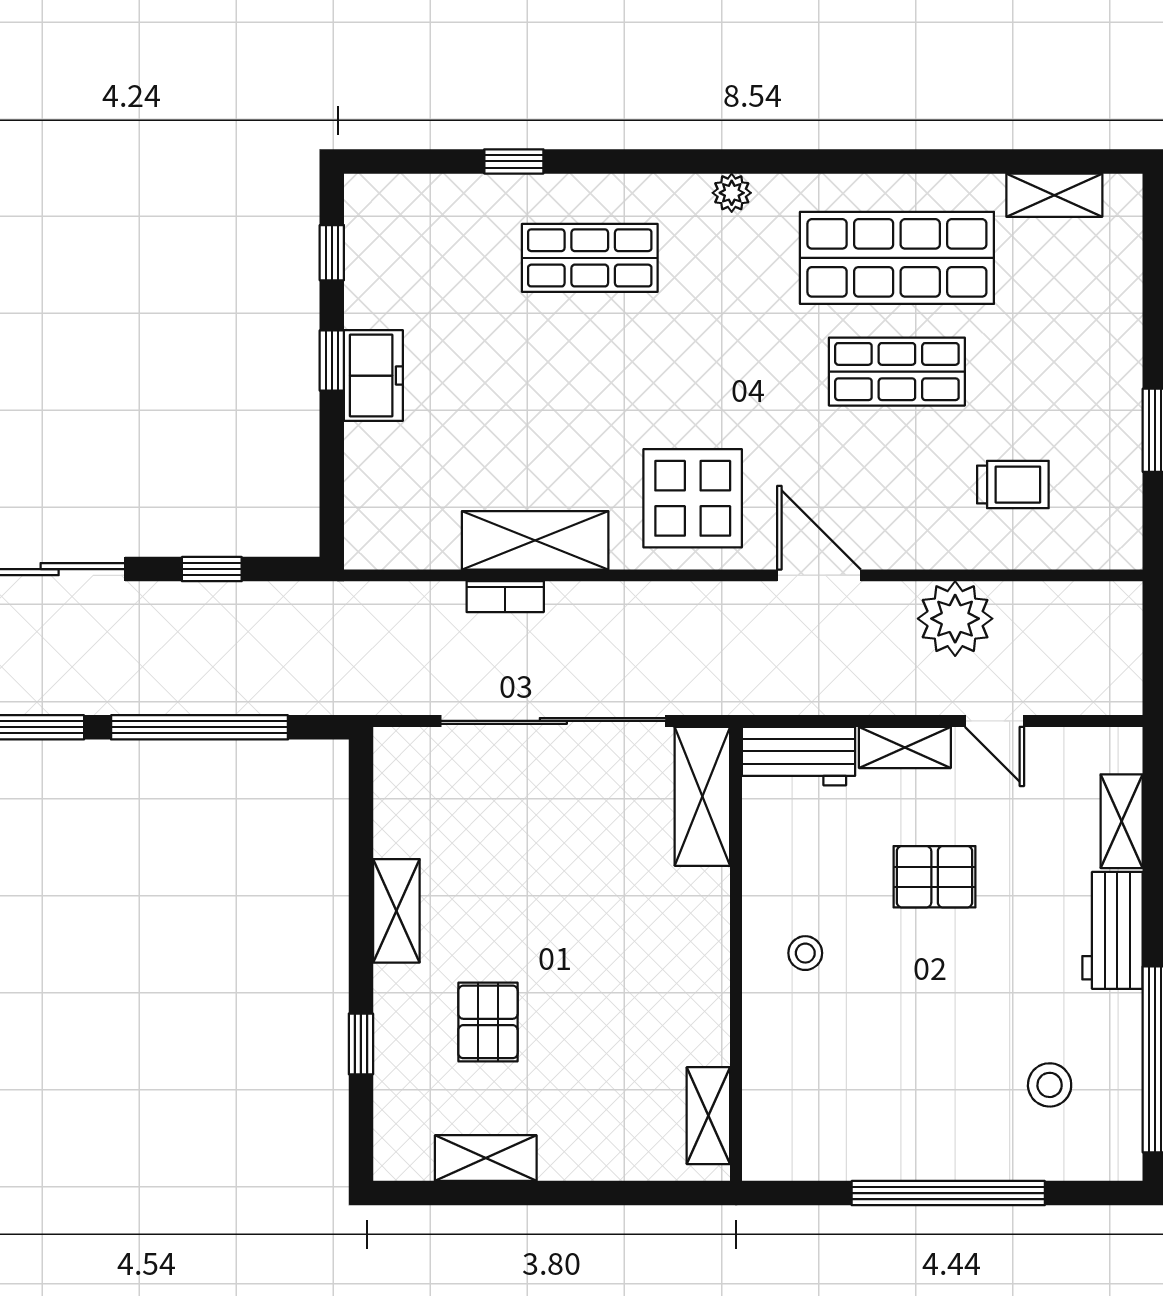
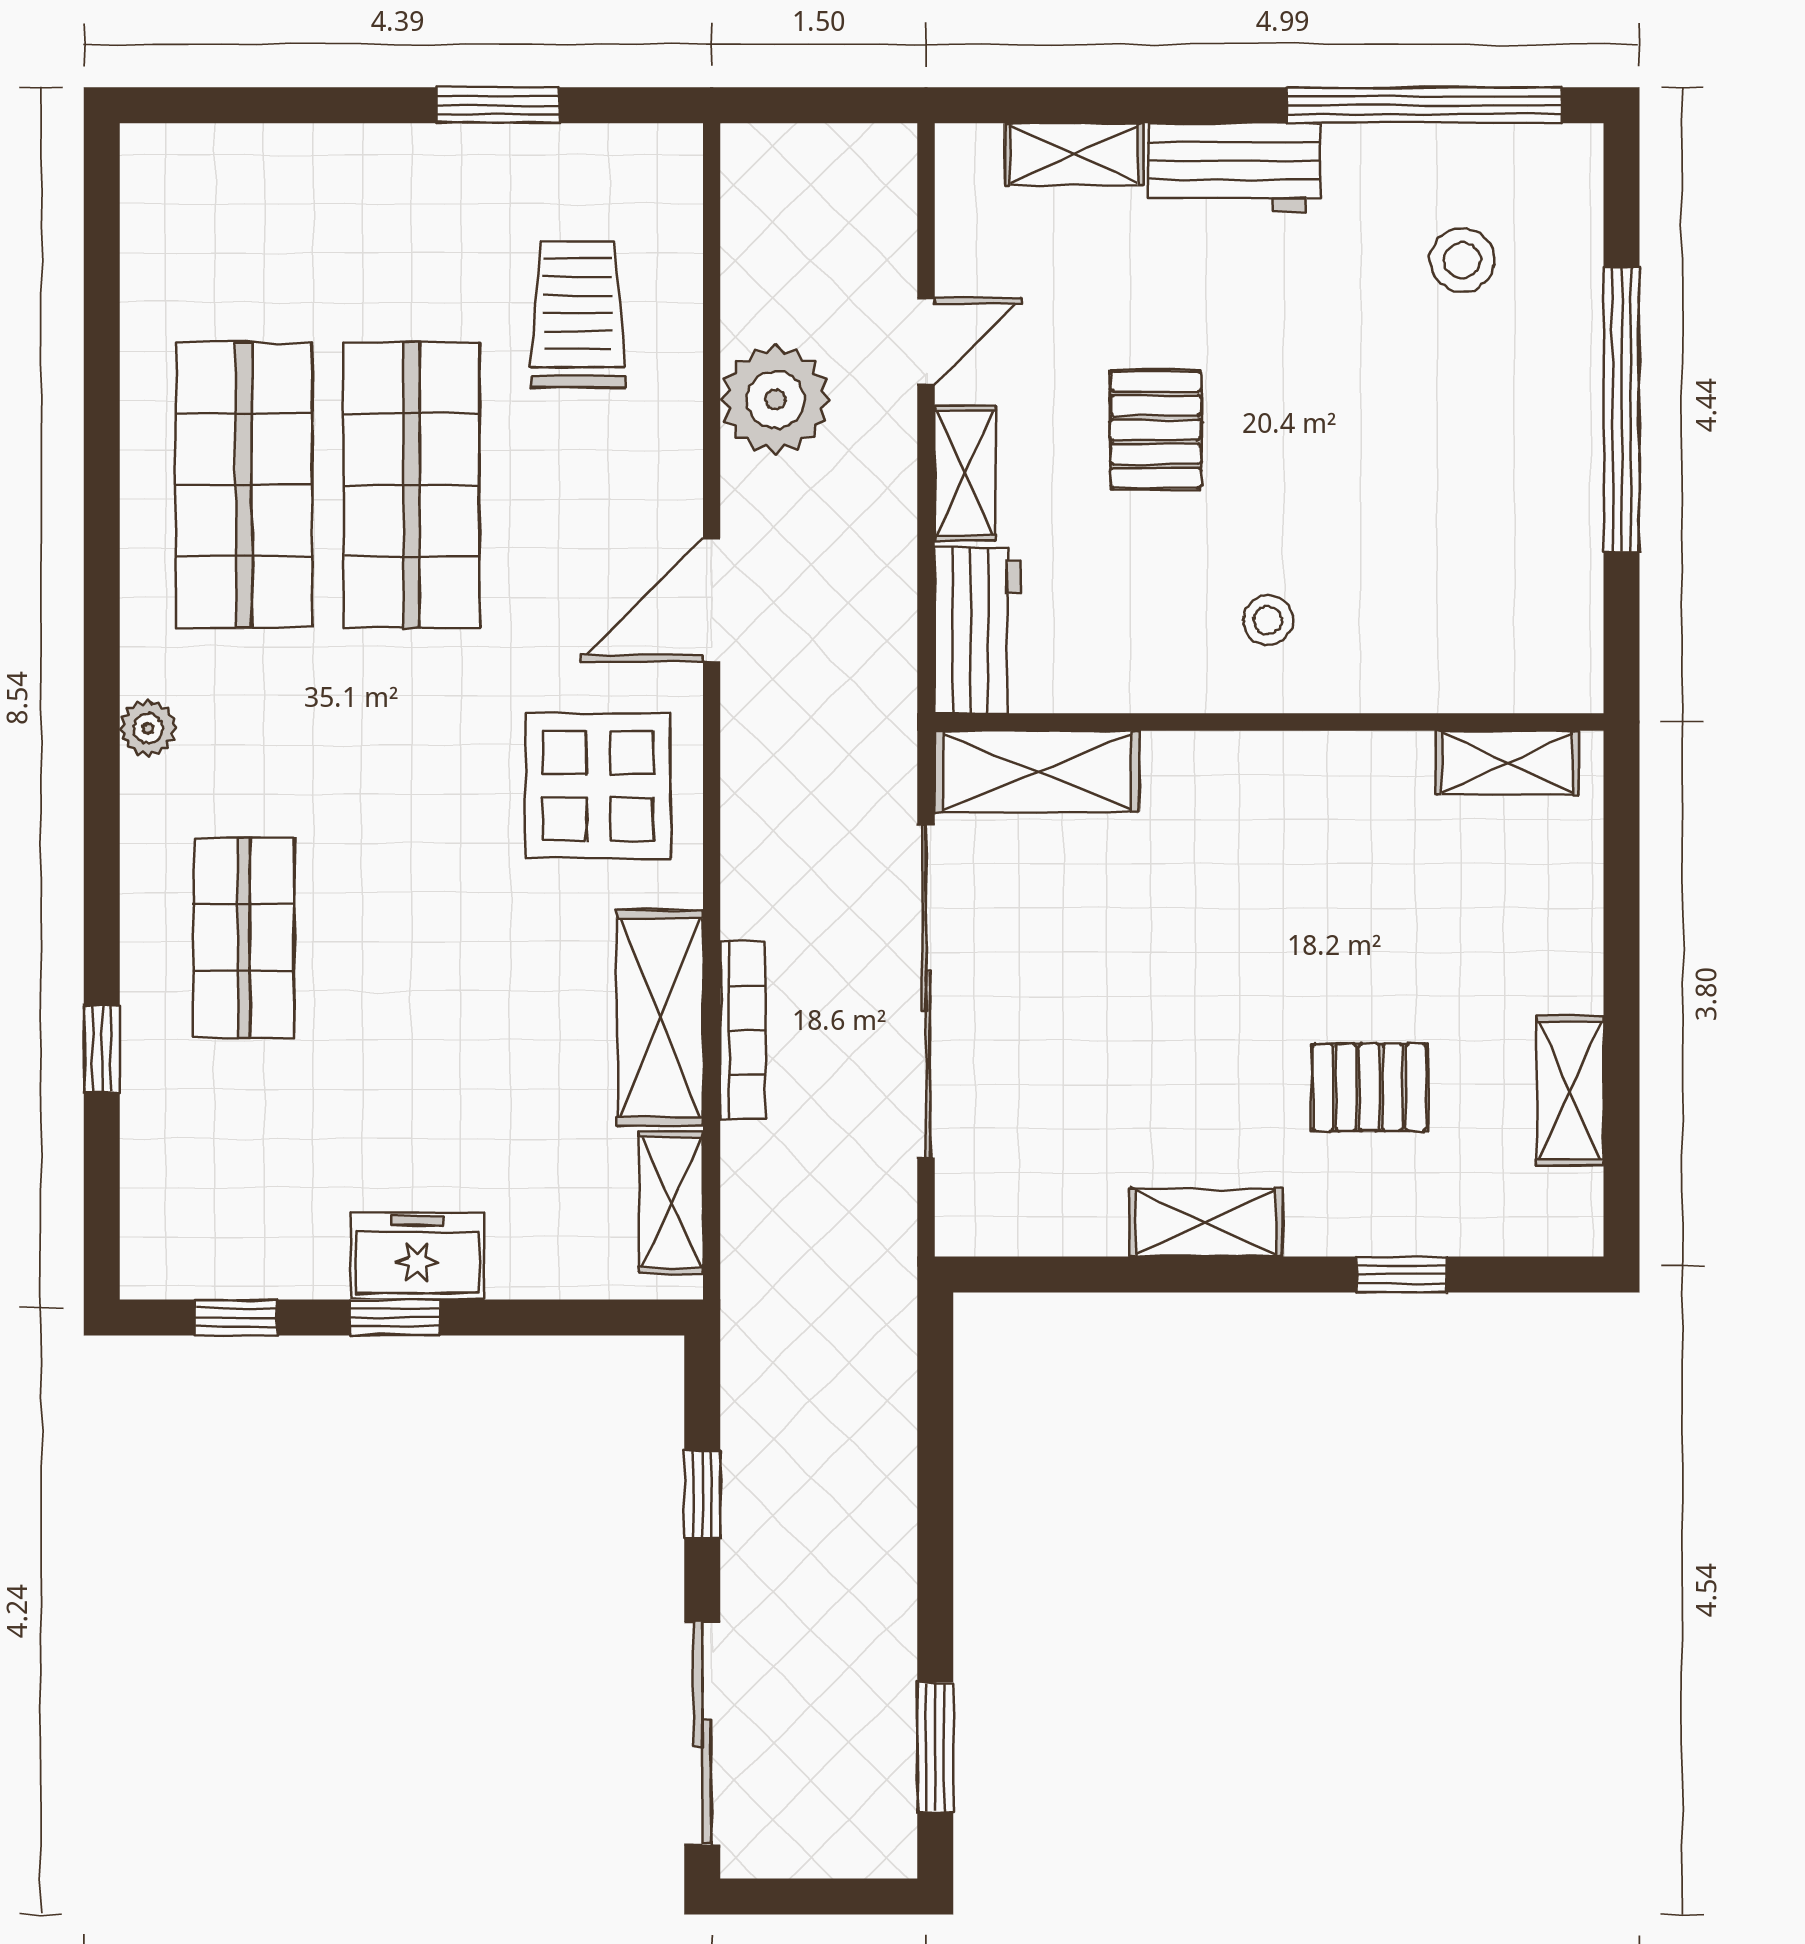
shelving: (1054, 195) -> (671, 1202), moved
shop shelf: (897, 372) -> (411, 485), width x1.43, depth x1.36
trolley: (1013, 485) -> (578, 314), width x1.36, depth x1.39
bookcase: (505, 597) -> (743, 1030), width x1.56
window: (200, 727) -> (935, 1512), removed

